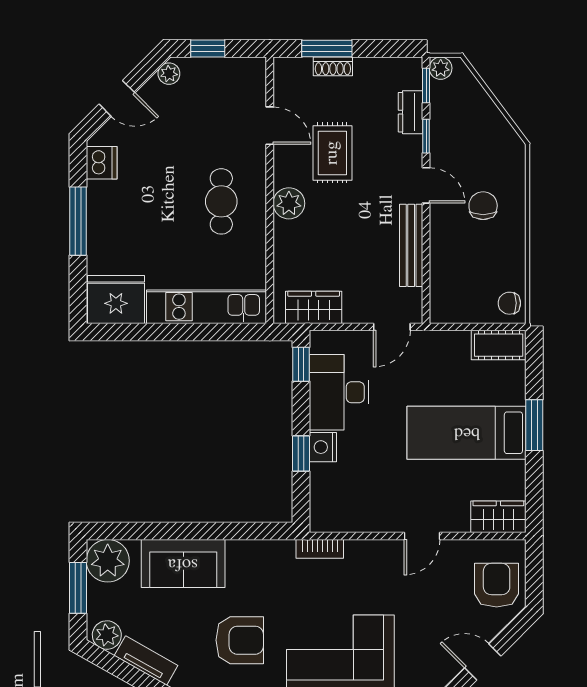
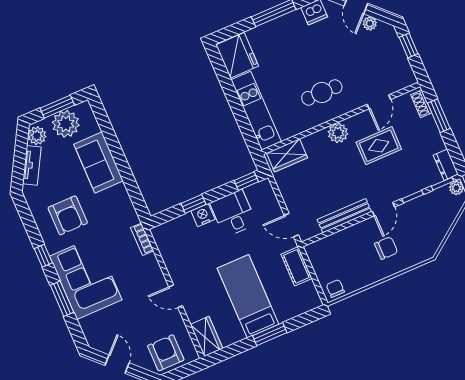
shoe rack: (333, 66) -> (421, 104), moved
plant: (169, 74) -> (370, 23), moved
dresser: (410, 112) -> (446, 165), moved, turned -90
wardrobe: (314, 307) -> (287, 155), moved, turned 90
cot: (499, 345) -> (296, 266), moved
desk: (339, 392) -> (233, 213), width x0.73
plant: (108, 561) -> (66, 124), moved
armchair: (497, 585) -> (166, 353), turned -90

